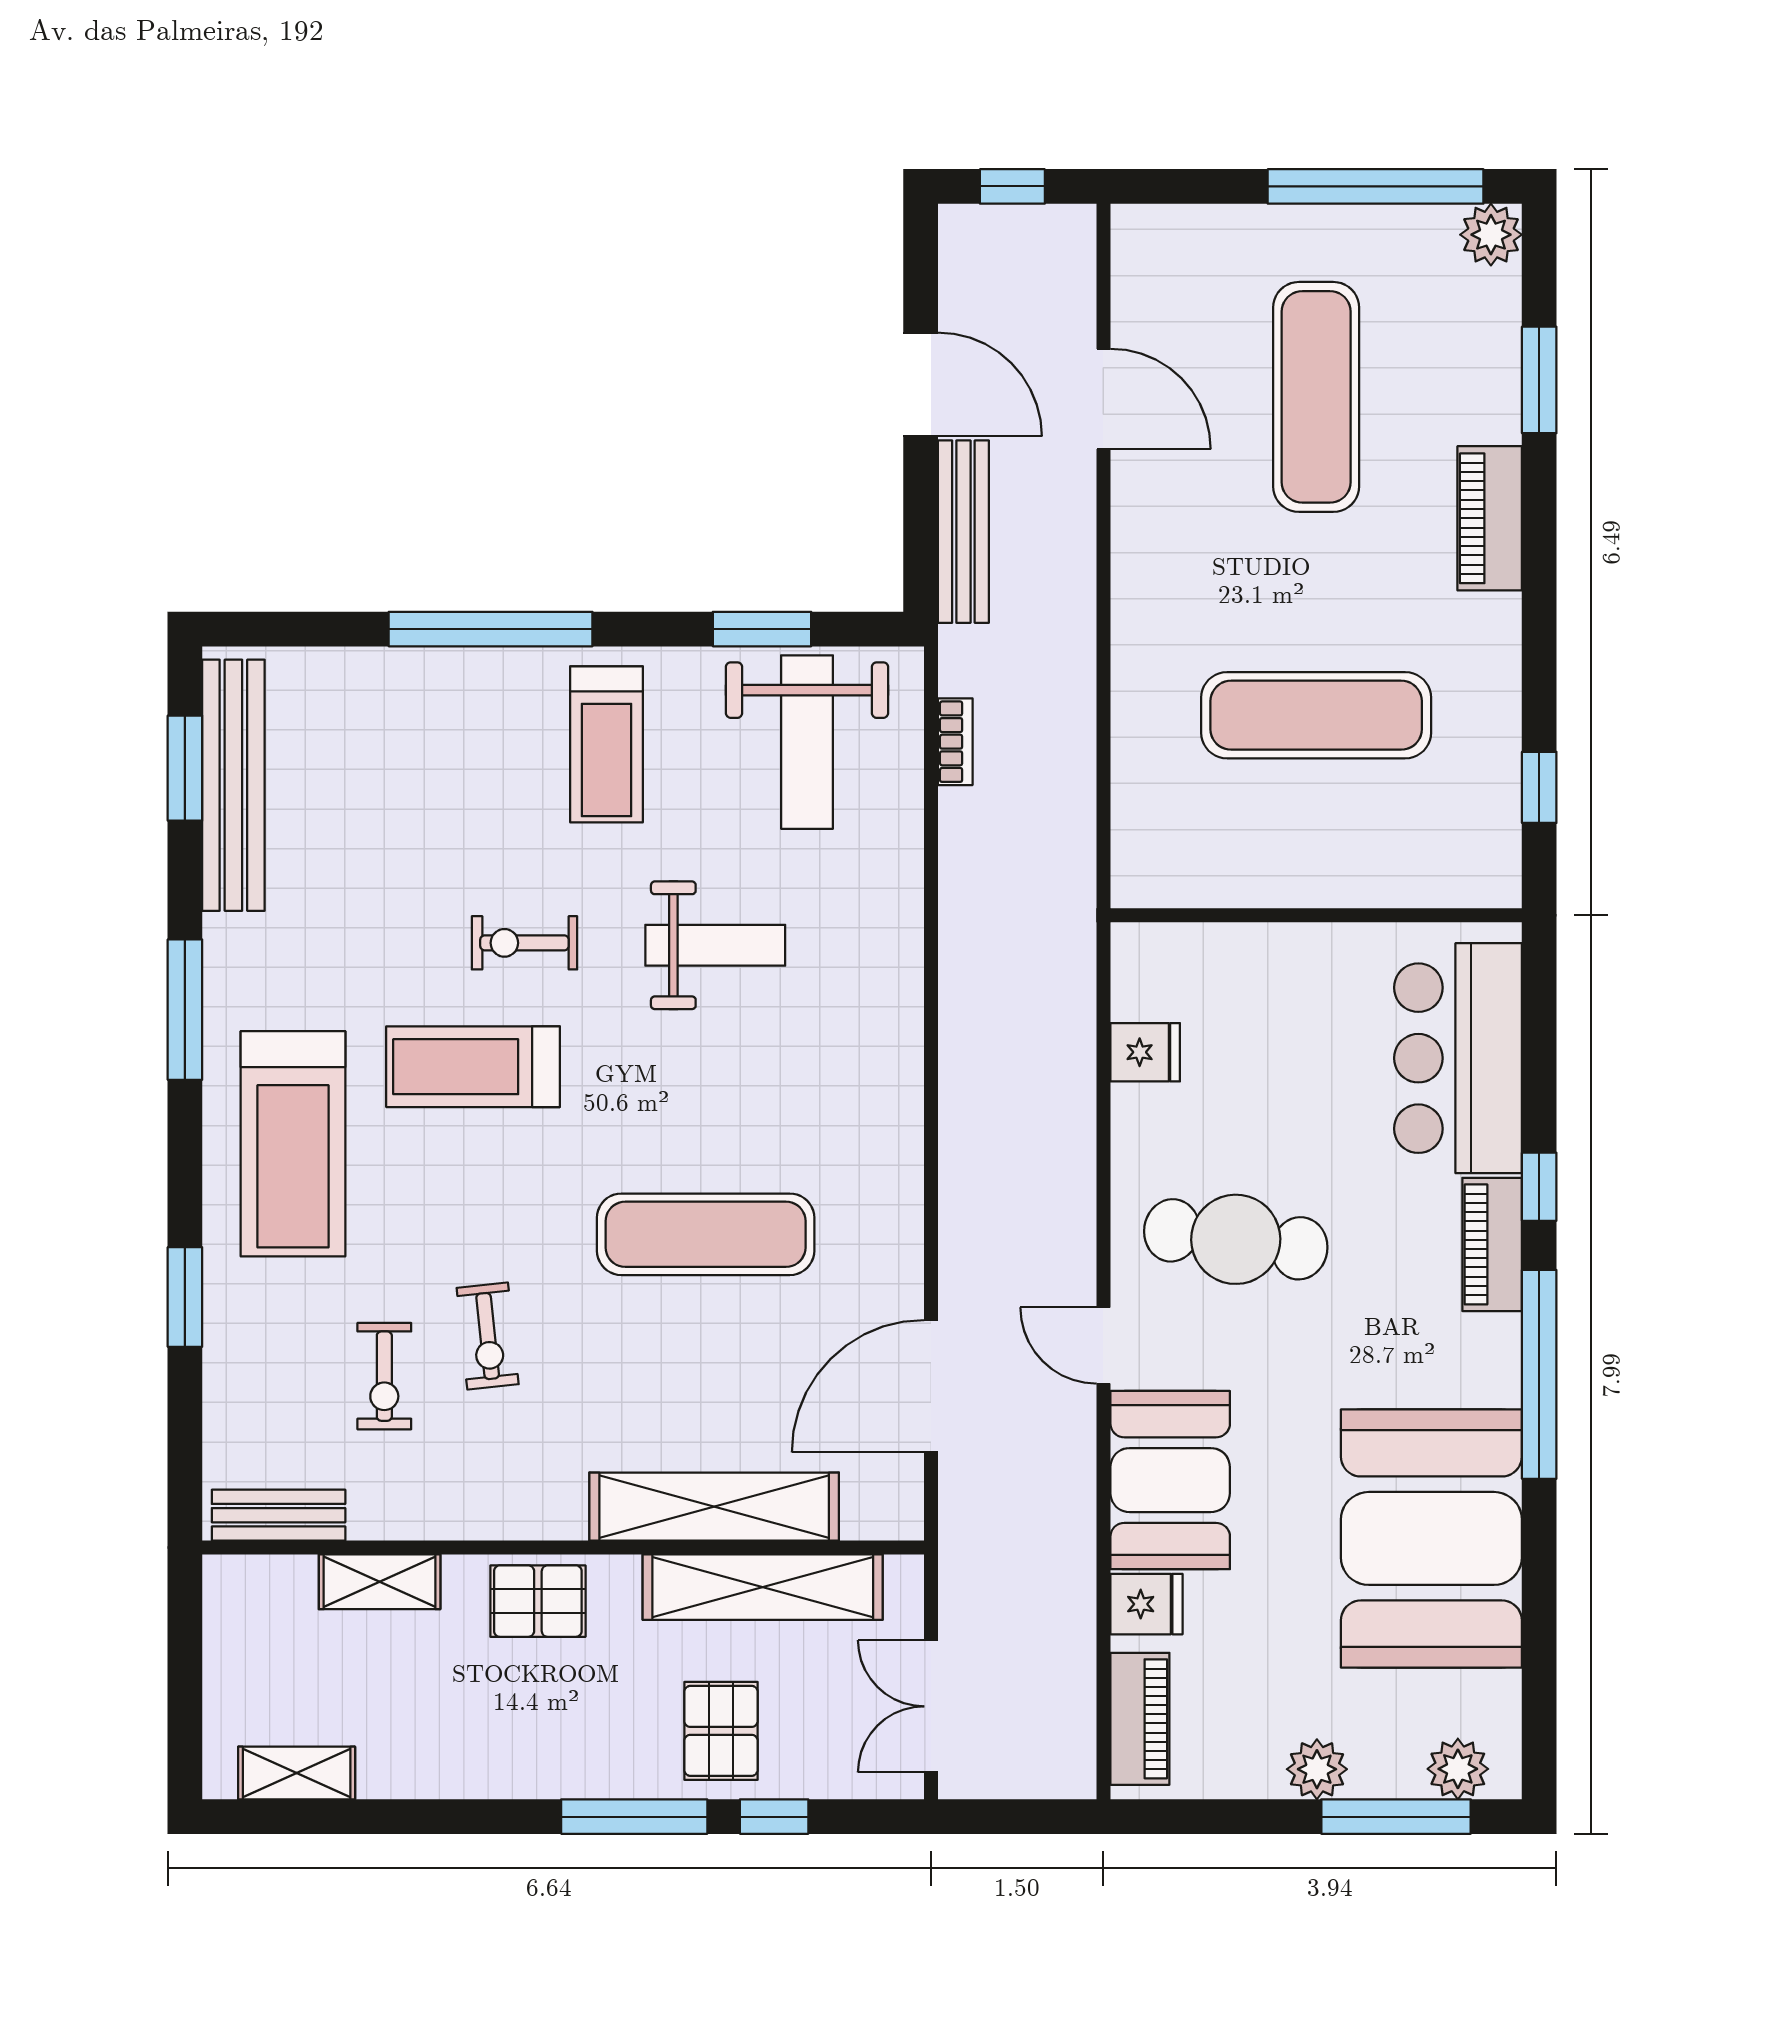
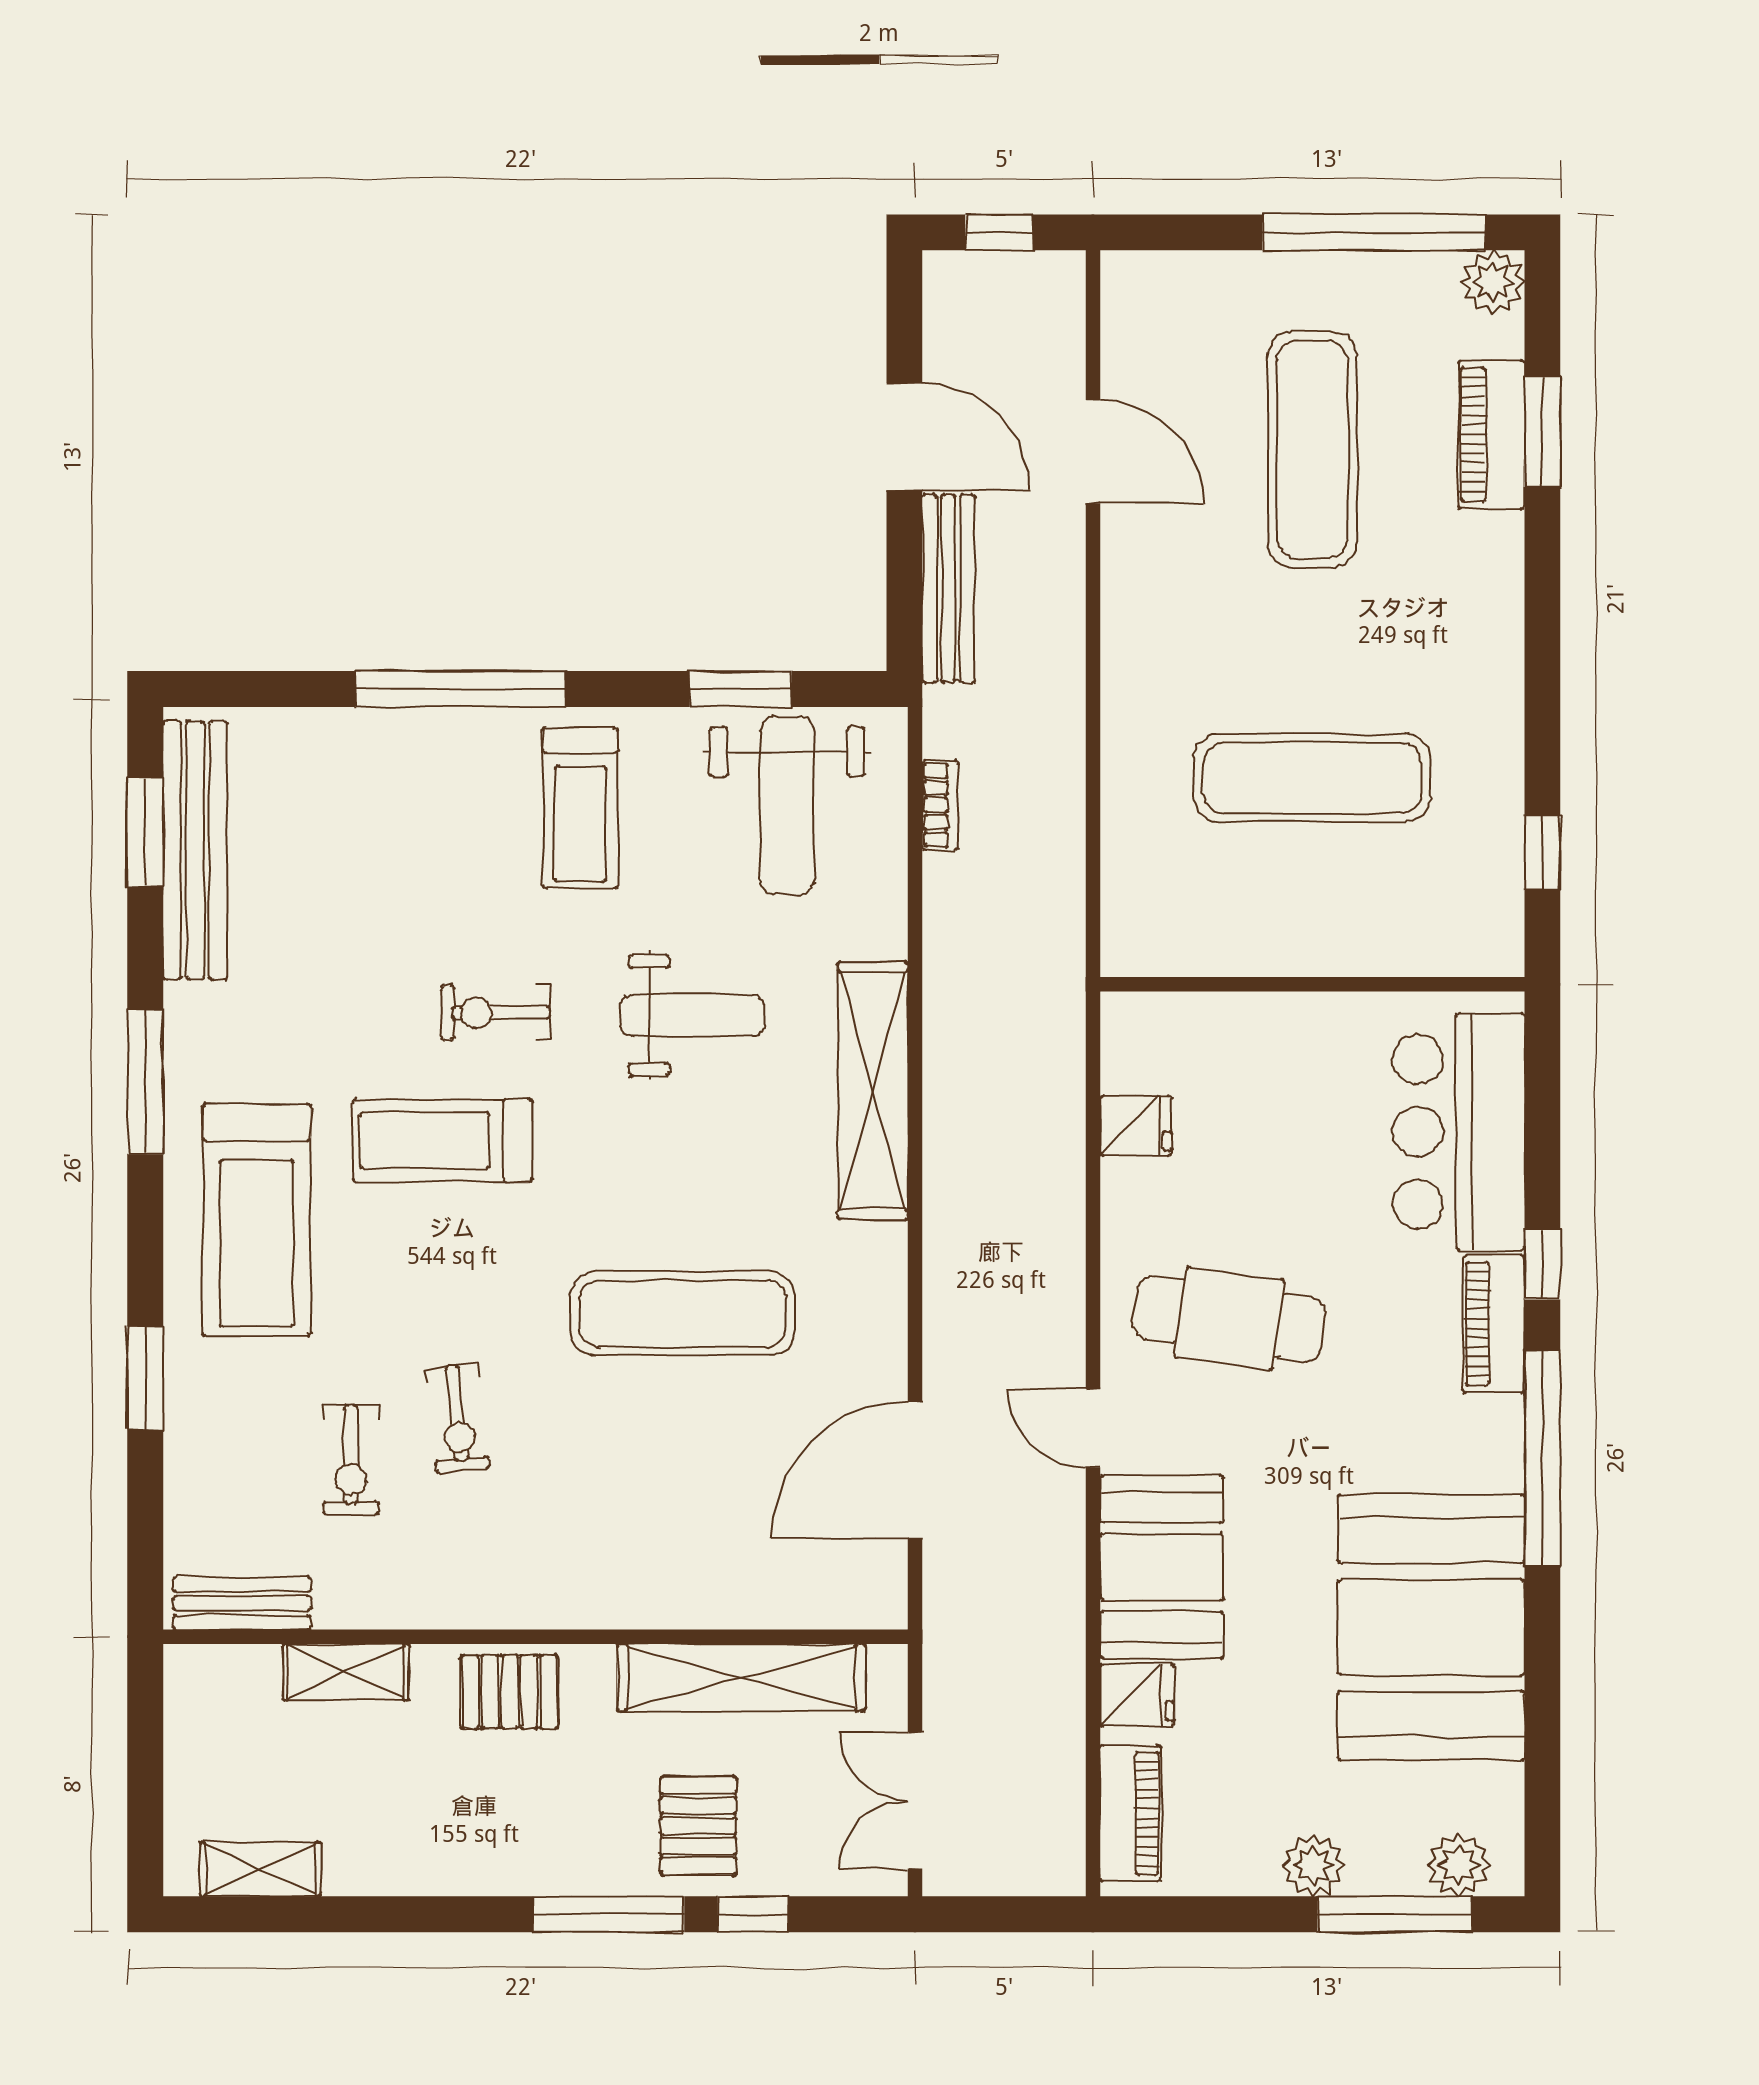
piano: (1490, 518) -> (1491, 434), moved
shelving: (714, 1507) -> (873, 1091), moved, turned 90

